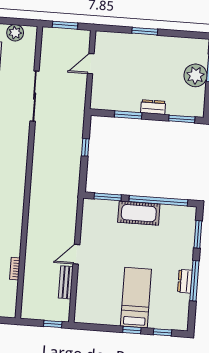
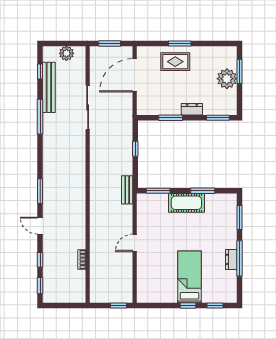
rug: (138, 51) -> (175, 62), added
door: (91, 64) -> (135, 75), width x1.88
window: (158, 201) -> (203, 191), width x0.47
bench: (66, 282) -> (127, 190), moved

